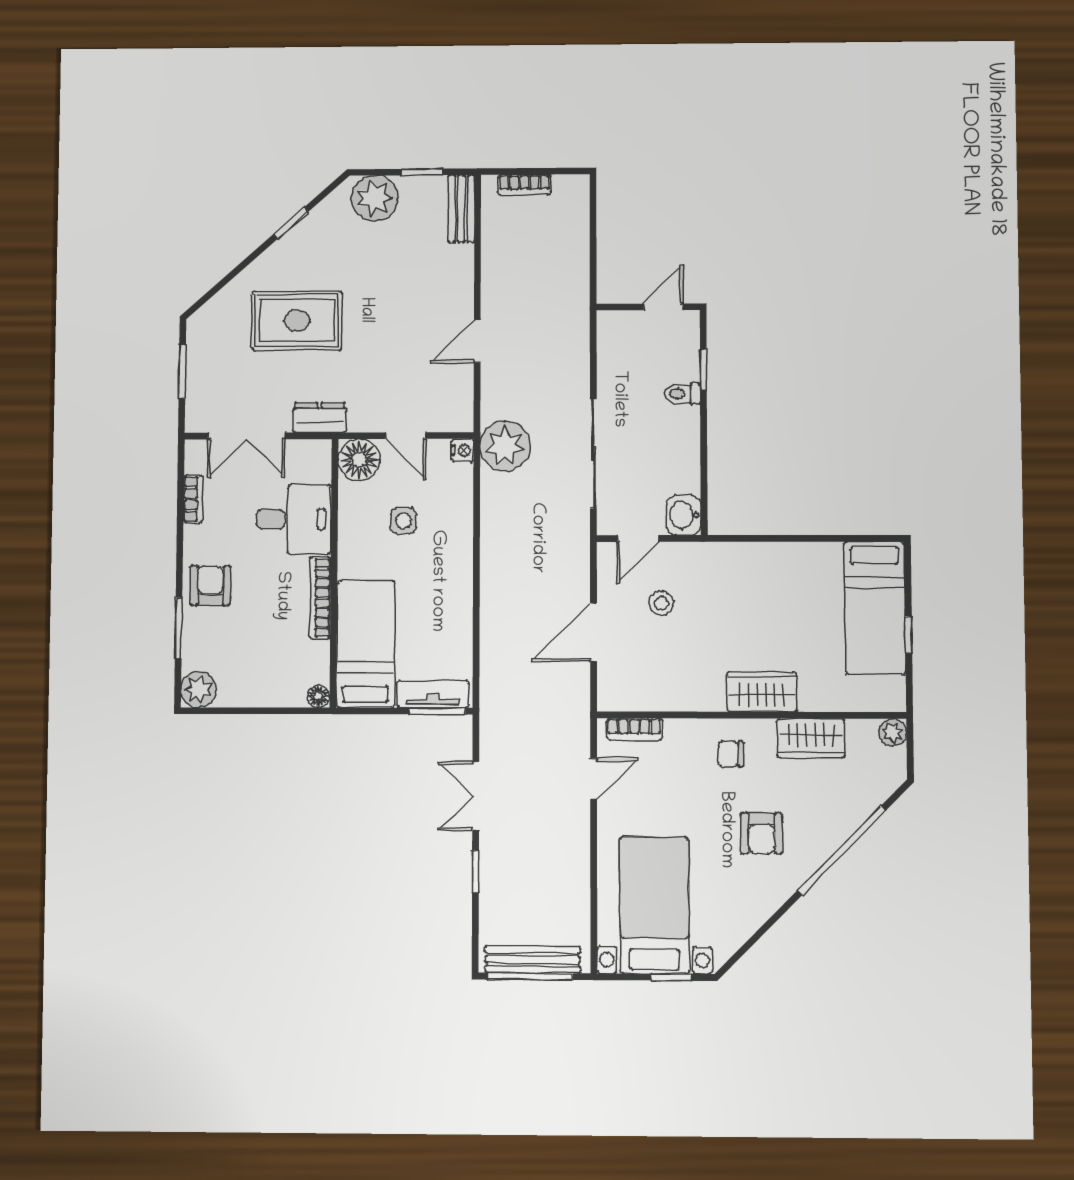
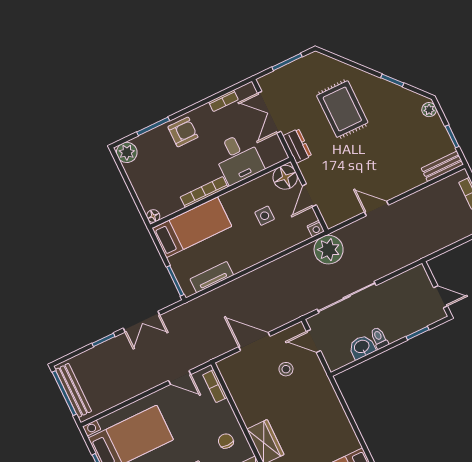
plant: (374, 198) -> (429, 110), width x0.53, depth x0.53
toilet: (682, 394) -> (379, 338), moved
washbasin: (684, 515) -> (362, 347), moved
tv unit: (433, 694) -> (212, 277), moved, turned -90
double door: (476, 796) -> (142, 322), swing flipped

